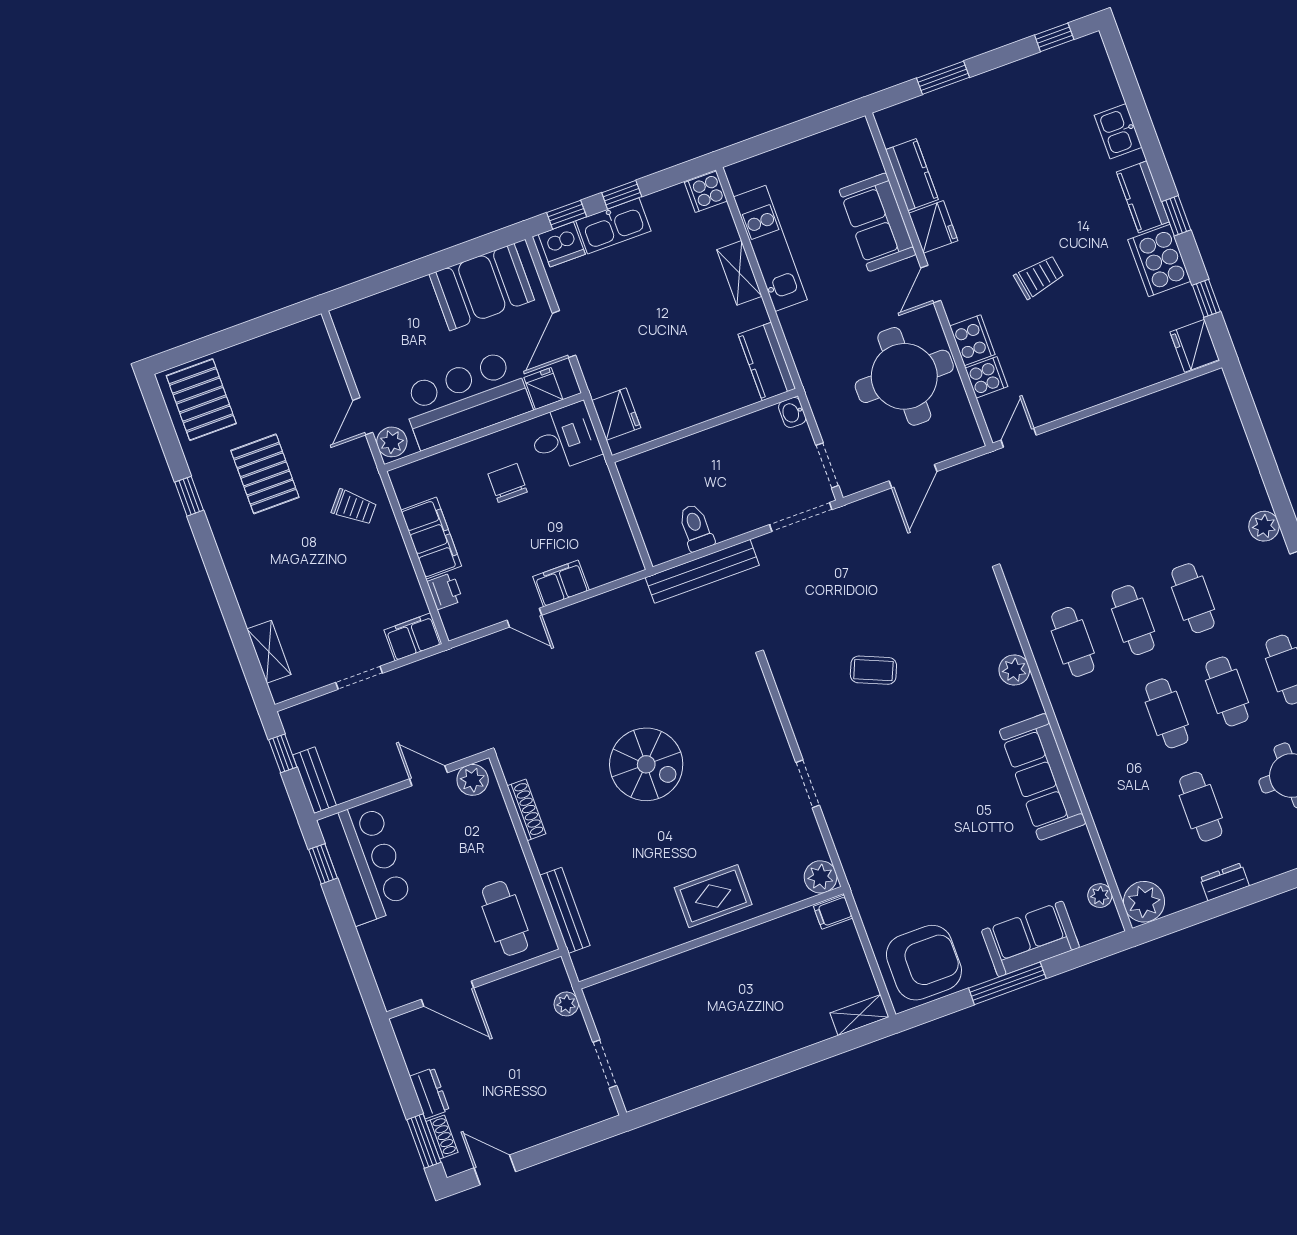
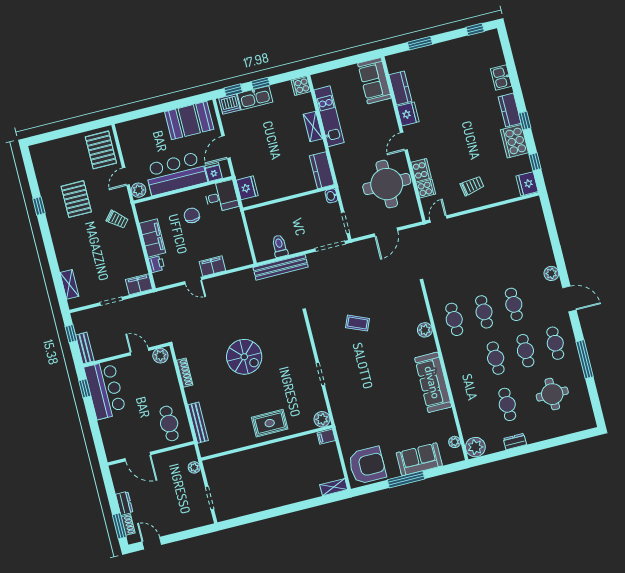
sofa: (877, 222) -> (374, 81), moved
trolley: (1039, 277) -> (472, 186), moved
pallet: (201, 400) -> (101, 150), moved

